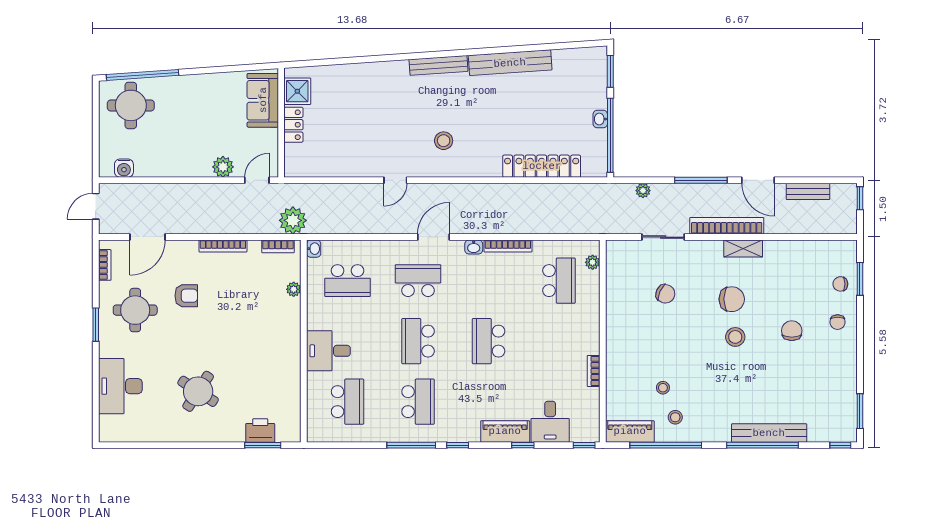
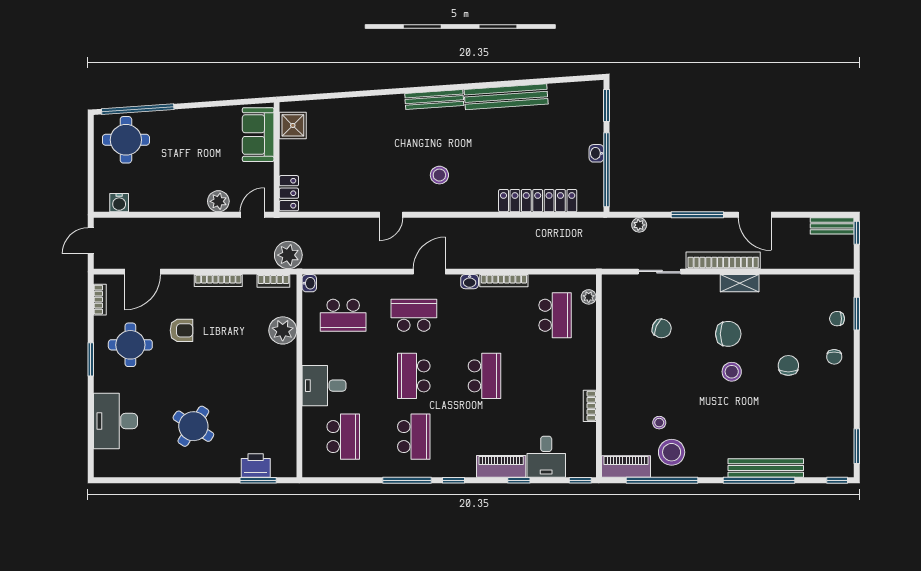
locker: (293, 125) -> (289, 193), moved
bench: (808, 191) -> (832, 226), moved
plant: (294, 289) -> (283, 330), width x1.88, depth x1.88
school desk: (488, 341) -> (484, 376), turned 180
stool: (675, 417) -> (672, 452), width x1.89, depth x1.89

